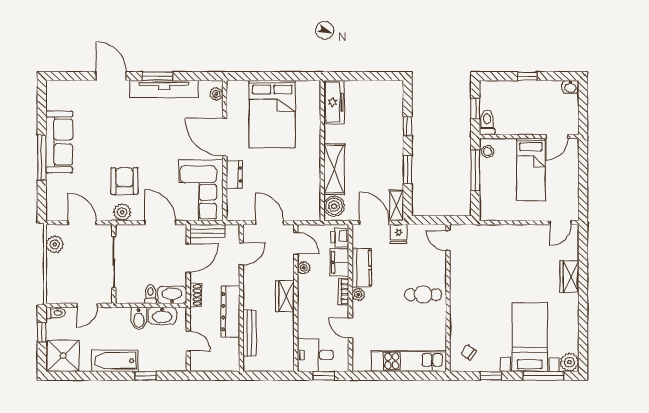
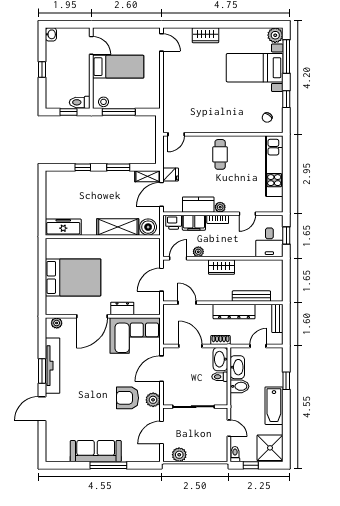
bench: (207, 231) -> (277, 318), moved

